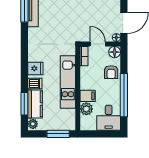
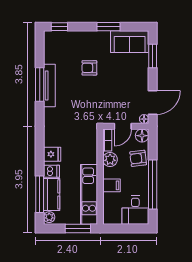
door: (98, 44) -> (123, 126), swing flipped
armchair: (111, 72) -> (138, 158), turned 83
kitchen unit: (68, 82) -> (89, 194), moved
window: (24, 104) -> (40, 194), width x1.44
plant: (86, 109) -> (110, 159), moved

